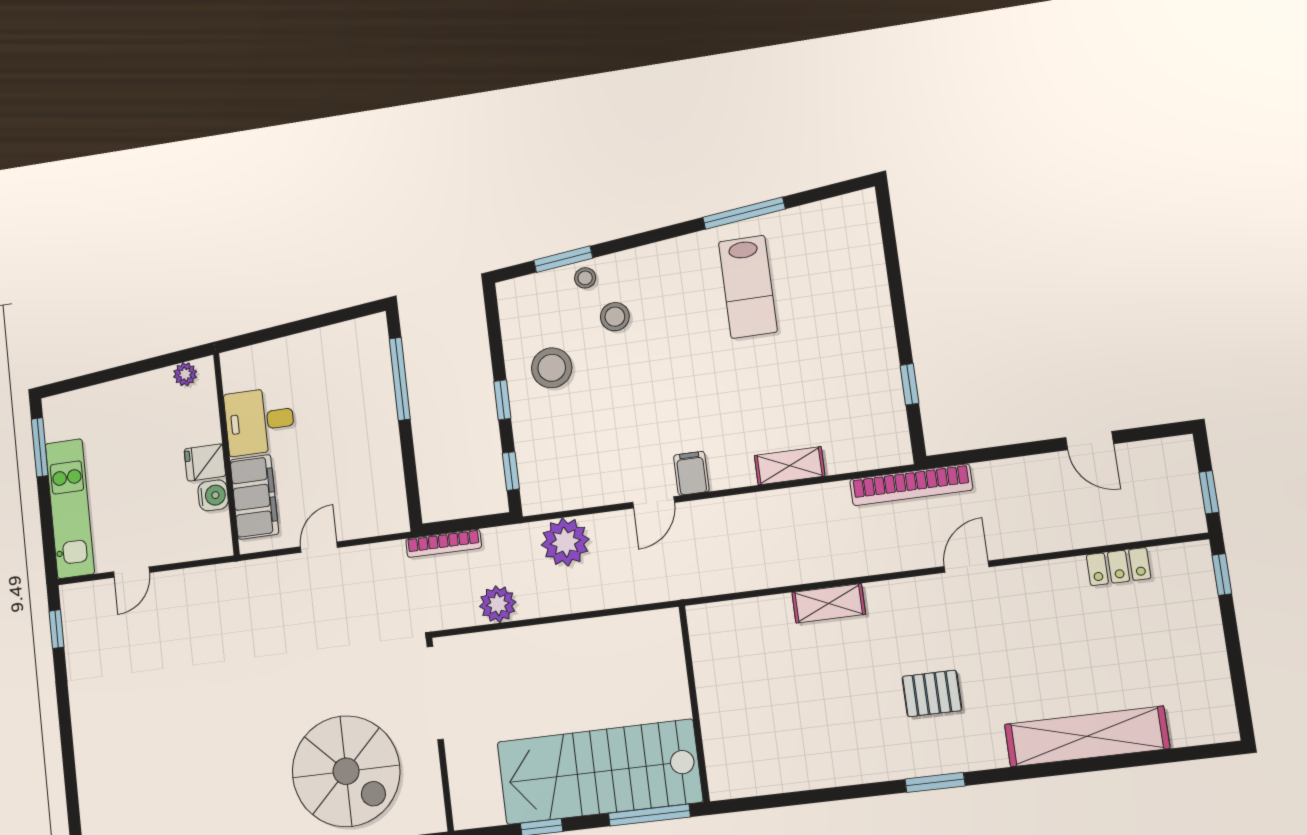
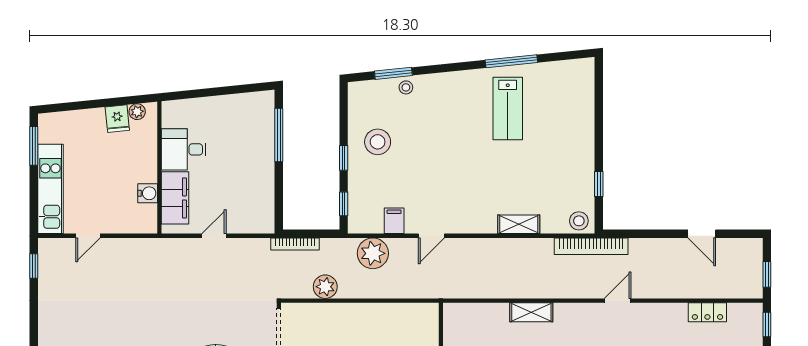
stool: (615, 317) -> (579, 221), moved
fridge: (205, 462) -> (117, 119), moved, turned -96
filing cabinet: (691, 473) -> (394, 221), moved

